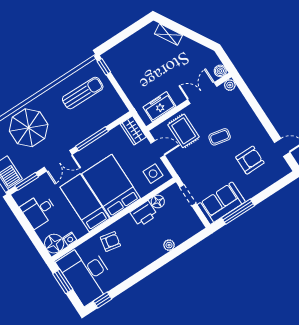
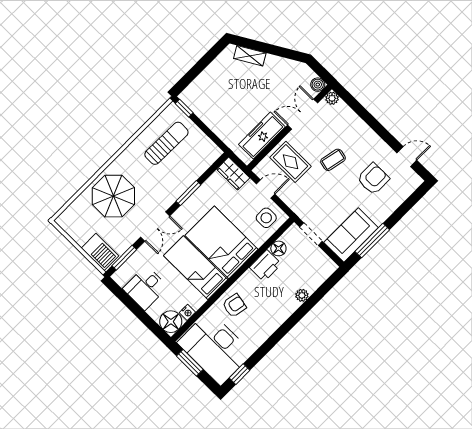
freezer: (160, 107) -> (262, 136), width x1.40
window: (92, 139) -> (188, 193), width x0.69

